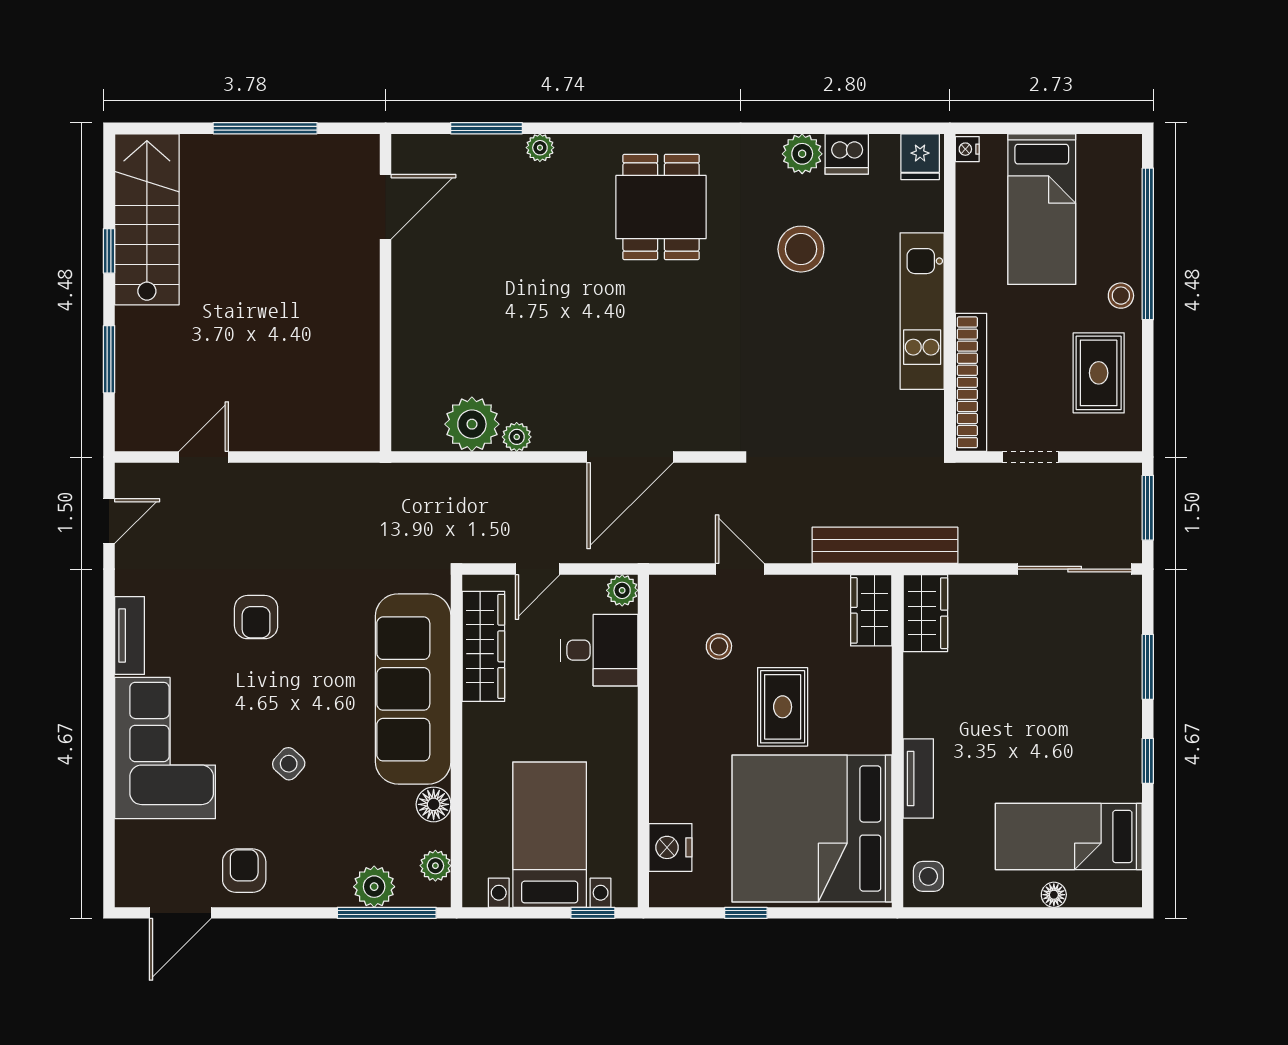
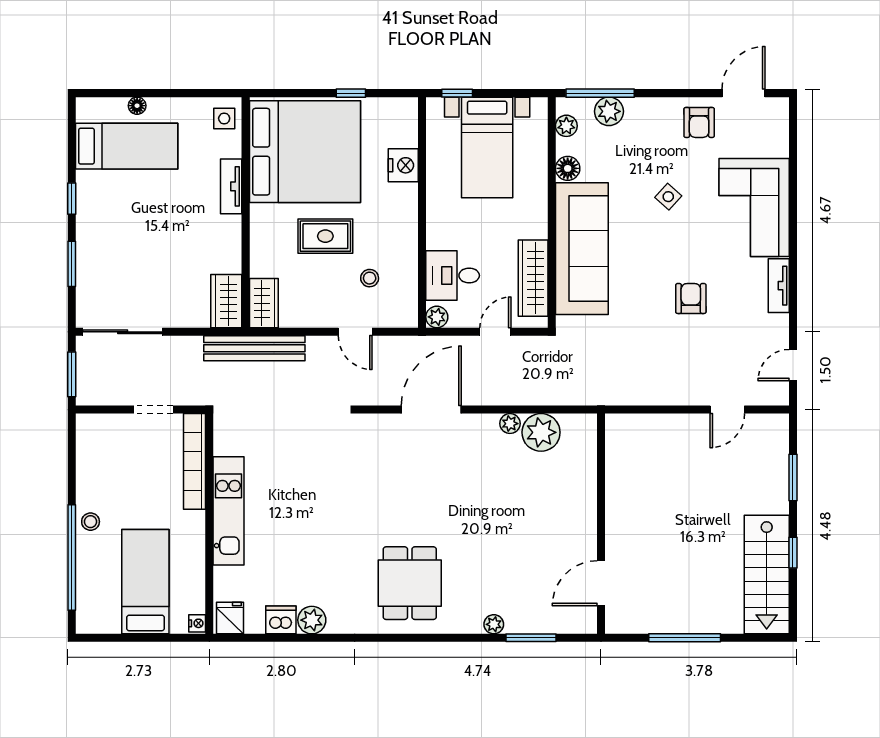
stool: (801, 249) -> (313, 554), removed
rug: (1099, 373) -> (106, 468), removed
rug: (783, 707) -> (325, 236), turned 90
nightstand: (670, 847) -> (403, 165), moved

